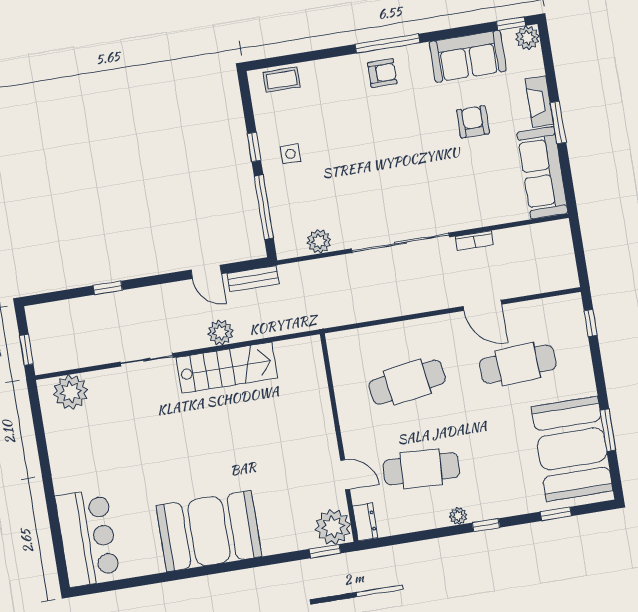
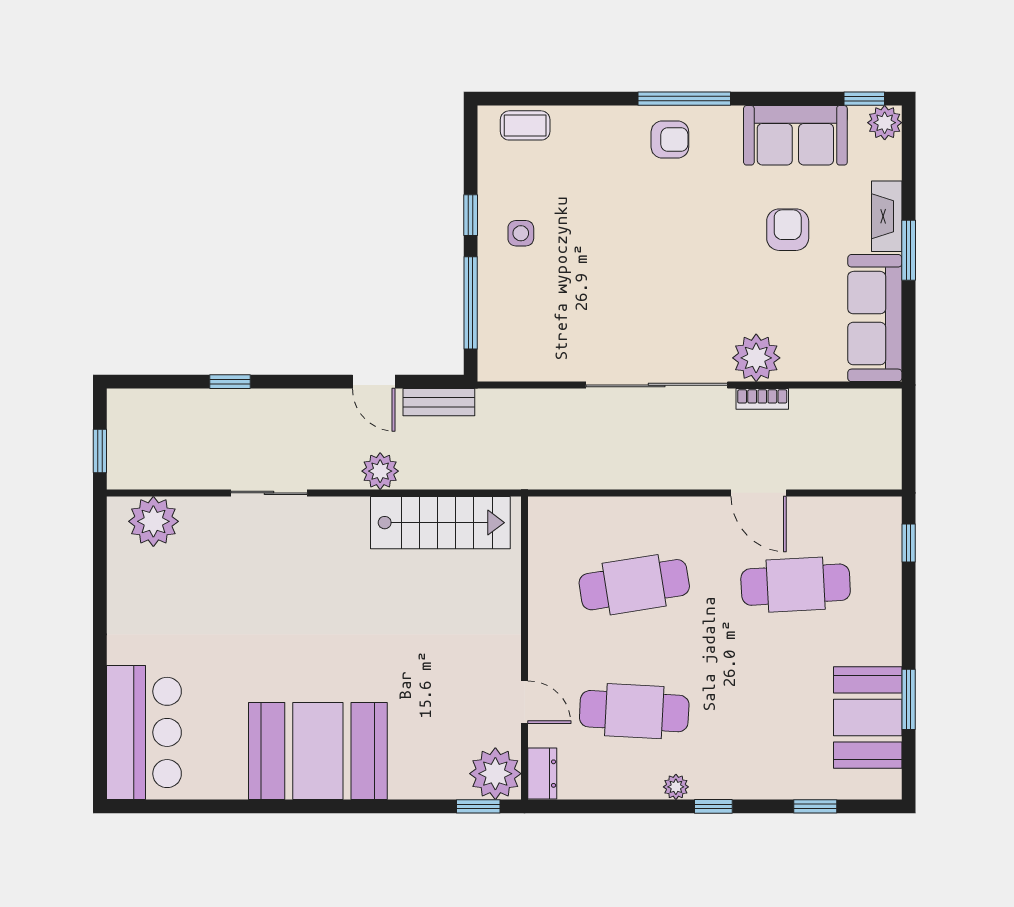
plant: (319, 241) -> (756, 358), moved, width x1.36, depth x1.36
stairs: (227, 368) -> (440, 523), moved
booth: (572, 449) -> (868, 718), width x0.73, depth x0.70

